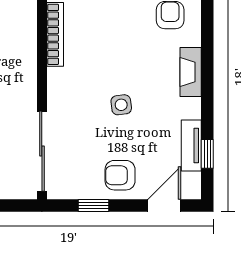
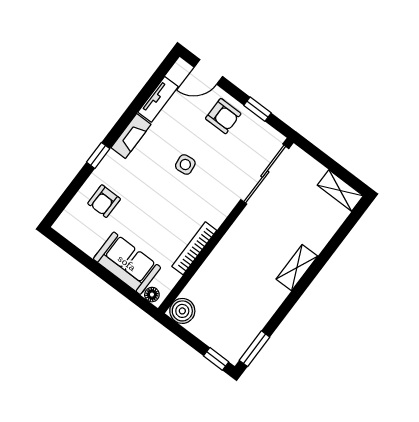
fireplace: (191, 72) -> (131, 136), moved
window: (207, 154) -> (98, 155), moved

